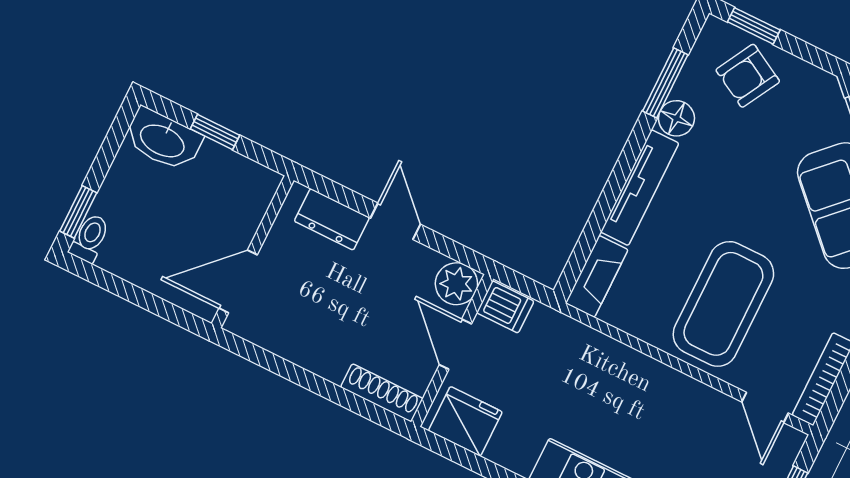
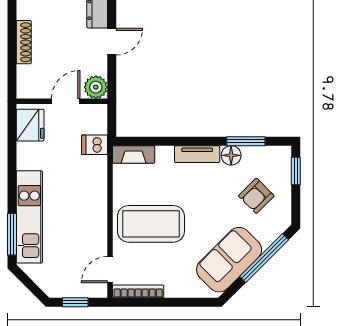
armchair: (748, 76) -> (256, 196), moved, turned -74
tv unit: (640, 188) -> (197, 154), width x0.71
dishwasher: (505, 307) -> (94, 145), moved, turned 90
shoe rack: (382, 393) -> (24, 42), moved

